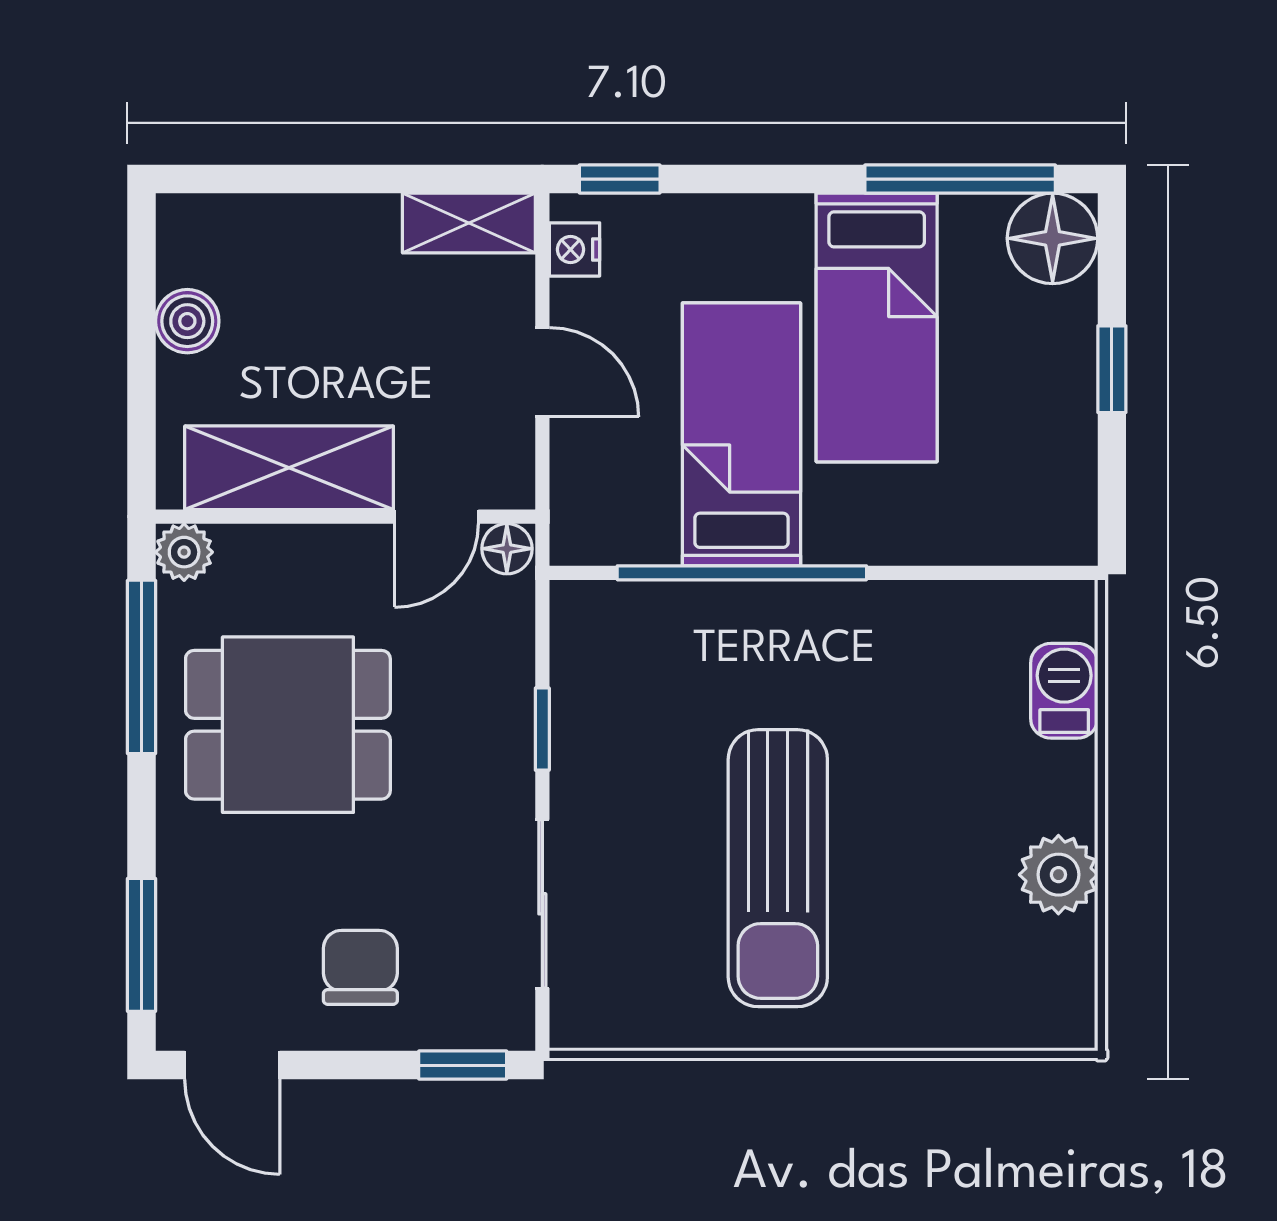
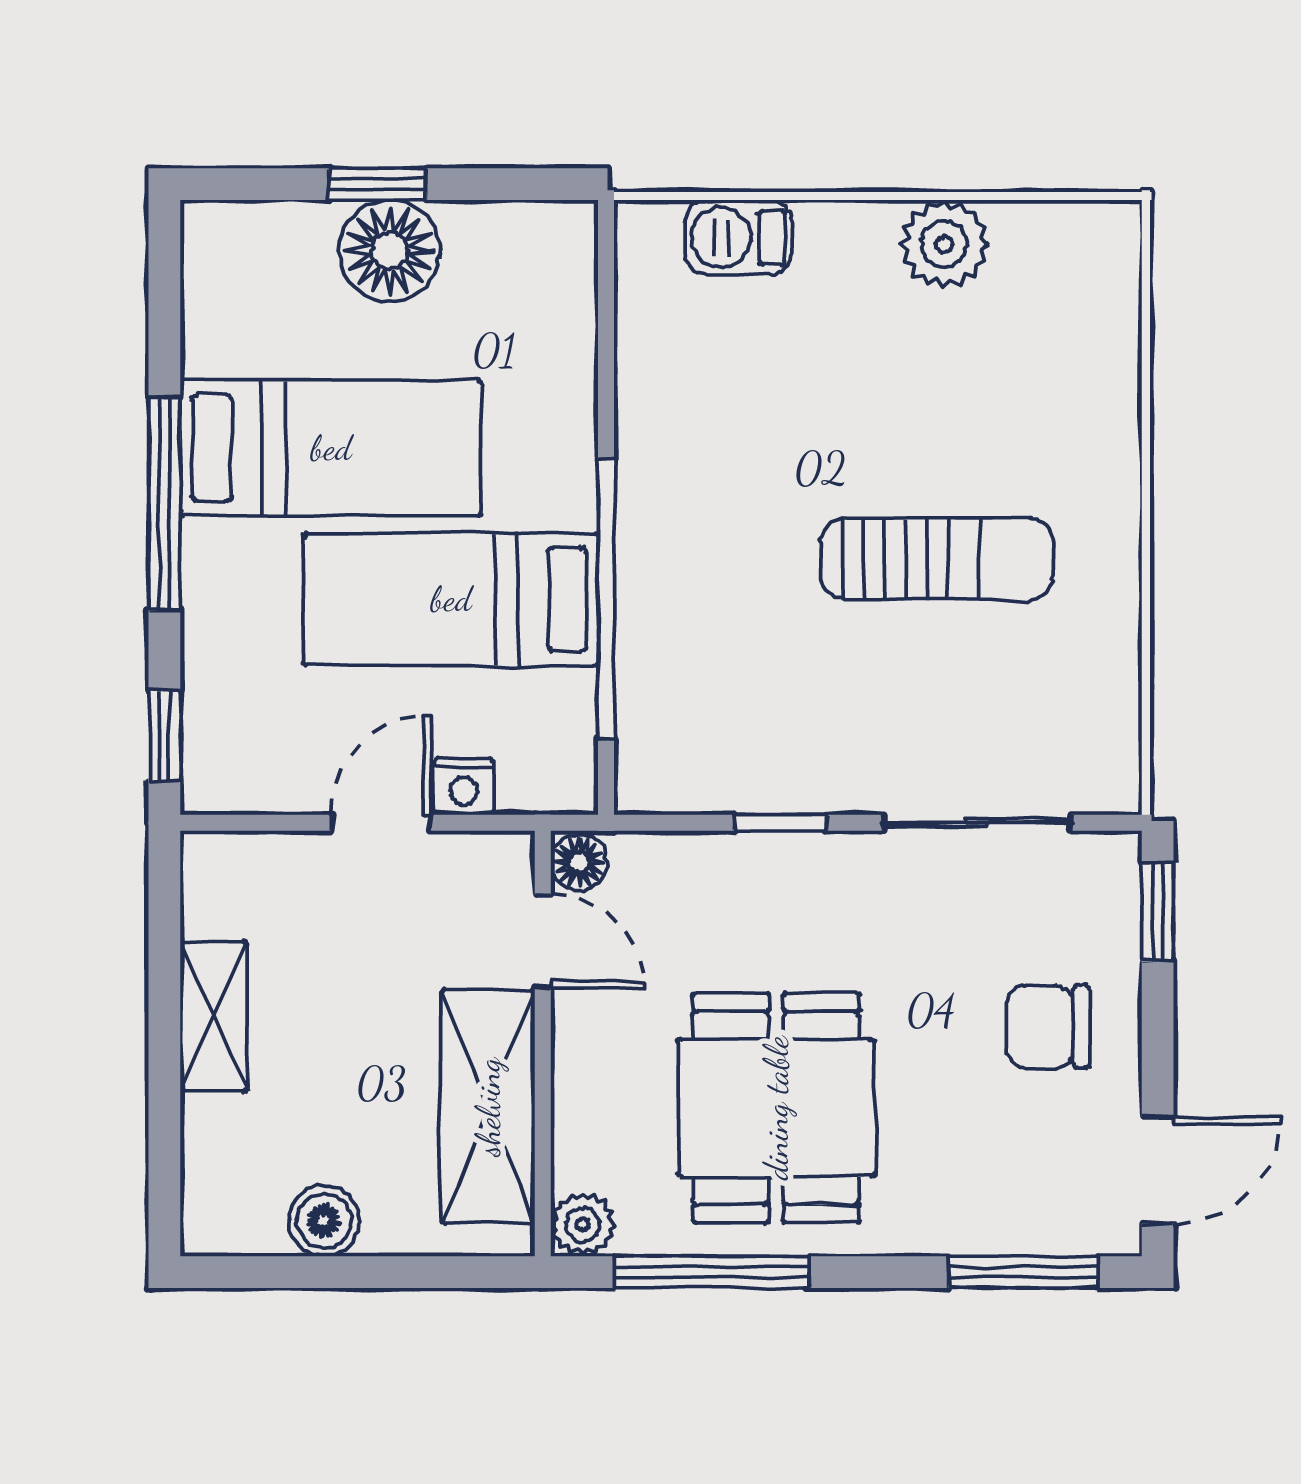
window: (960, 179) -> (164, 503), moved
shelving: (469, 223) -> (214, 1016), moved
floor lamp: (1053, 238) -> (390, 251), moved
nightstand: (574, 249) -> (464, 787), moved
sun lounger: (778, 868) -> (937, 559), width x0.73, depth x0.75

